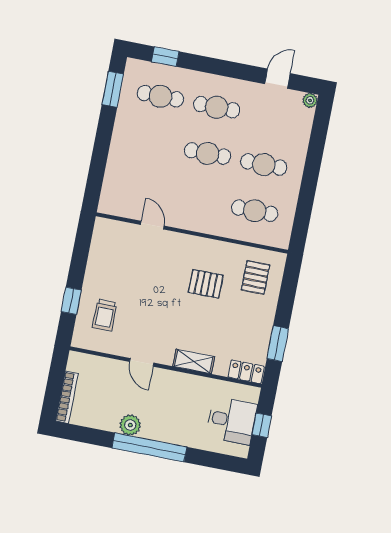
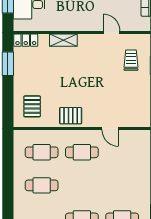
cafe table: (208, 153) -> (82, 152), moved
pallet: (206, 284) -> (71, 116), moved
door: (142, 362) -> (112, 33), moved

